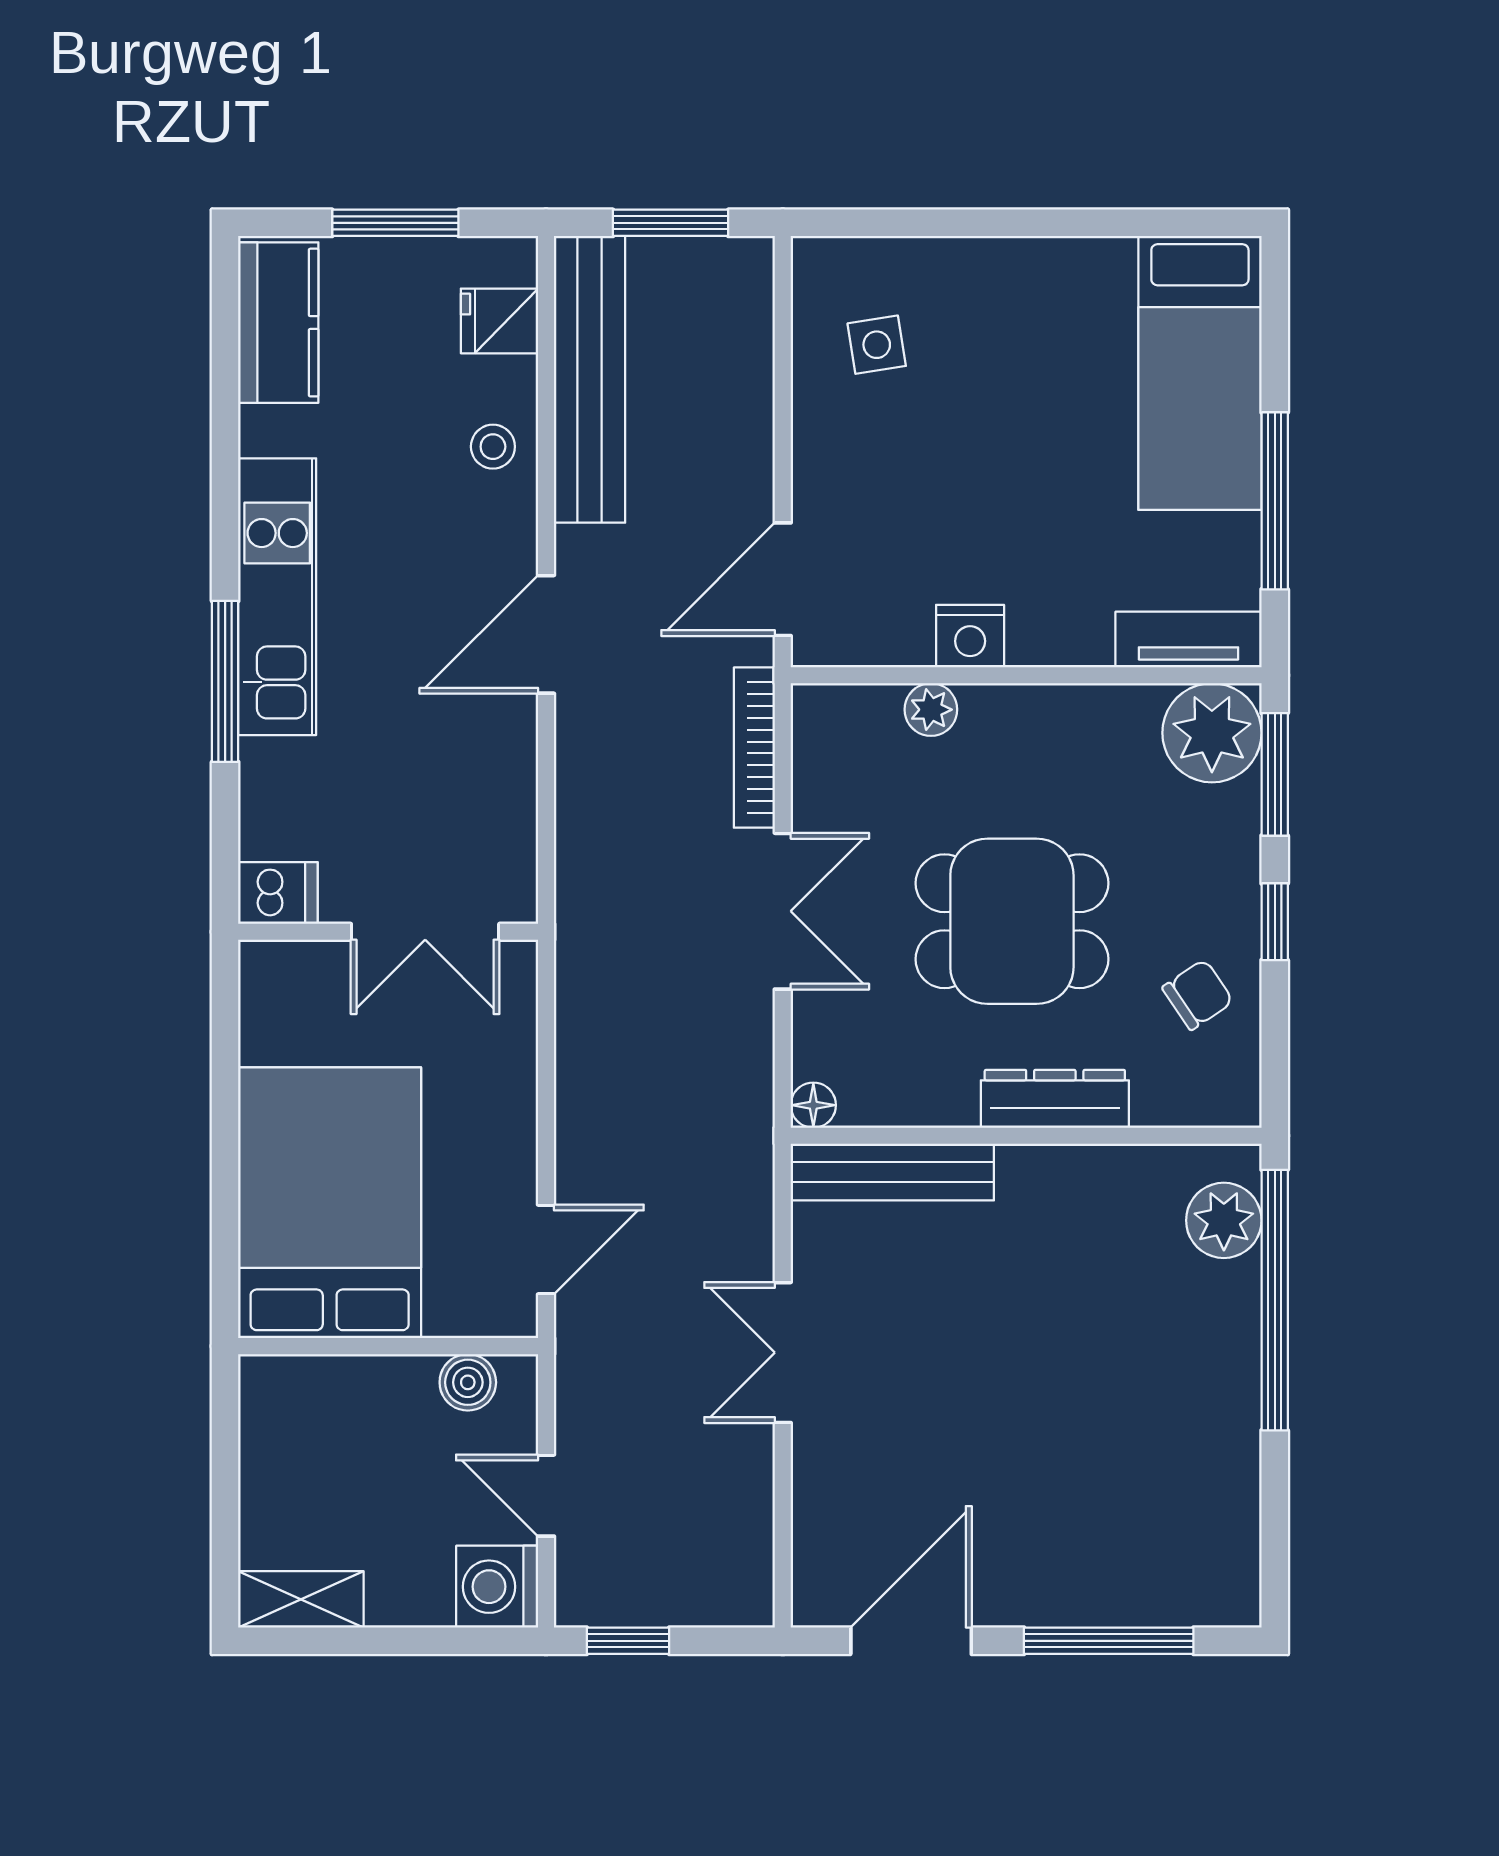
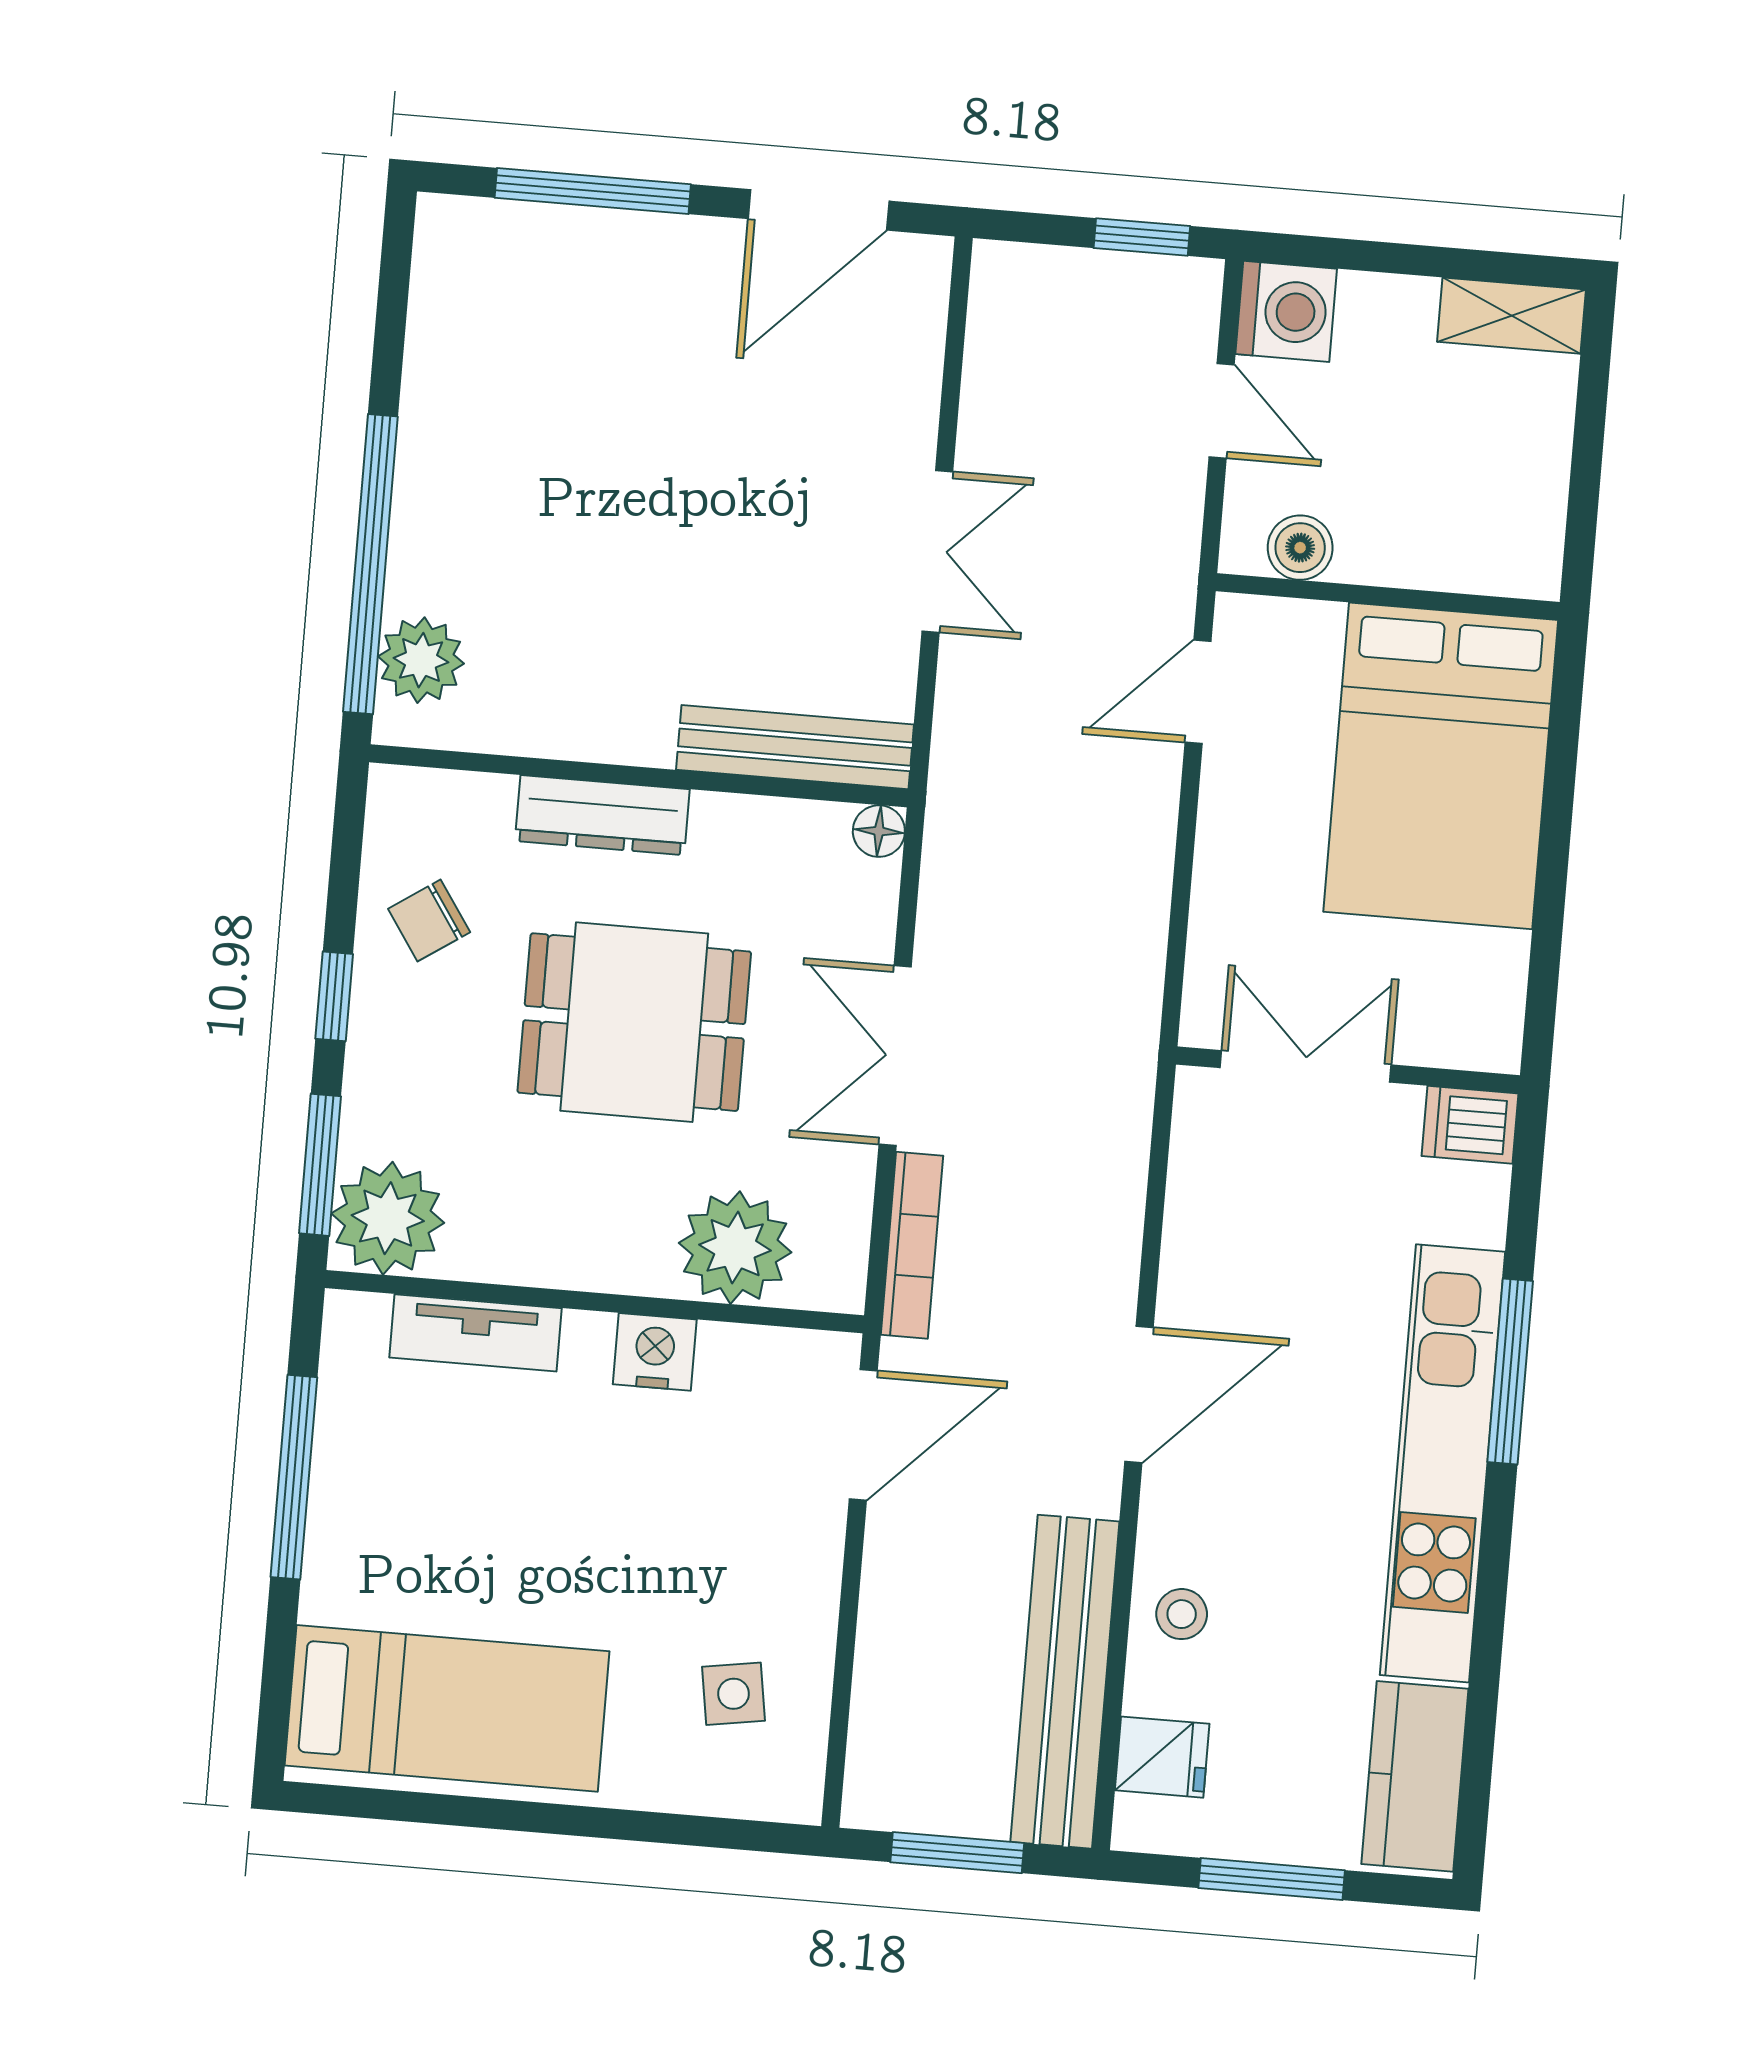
bed: (1200, 373) -> (447, 1708), moved, turned 90
kitchen unit: (277, 597) -> (1442, 1463), width x1.36
tv unit: (1188, 640) -> (476, 1333), moved
plant: (931, 710) -> (735, 1248), width x1.87, depth x1.87

